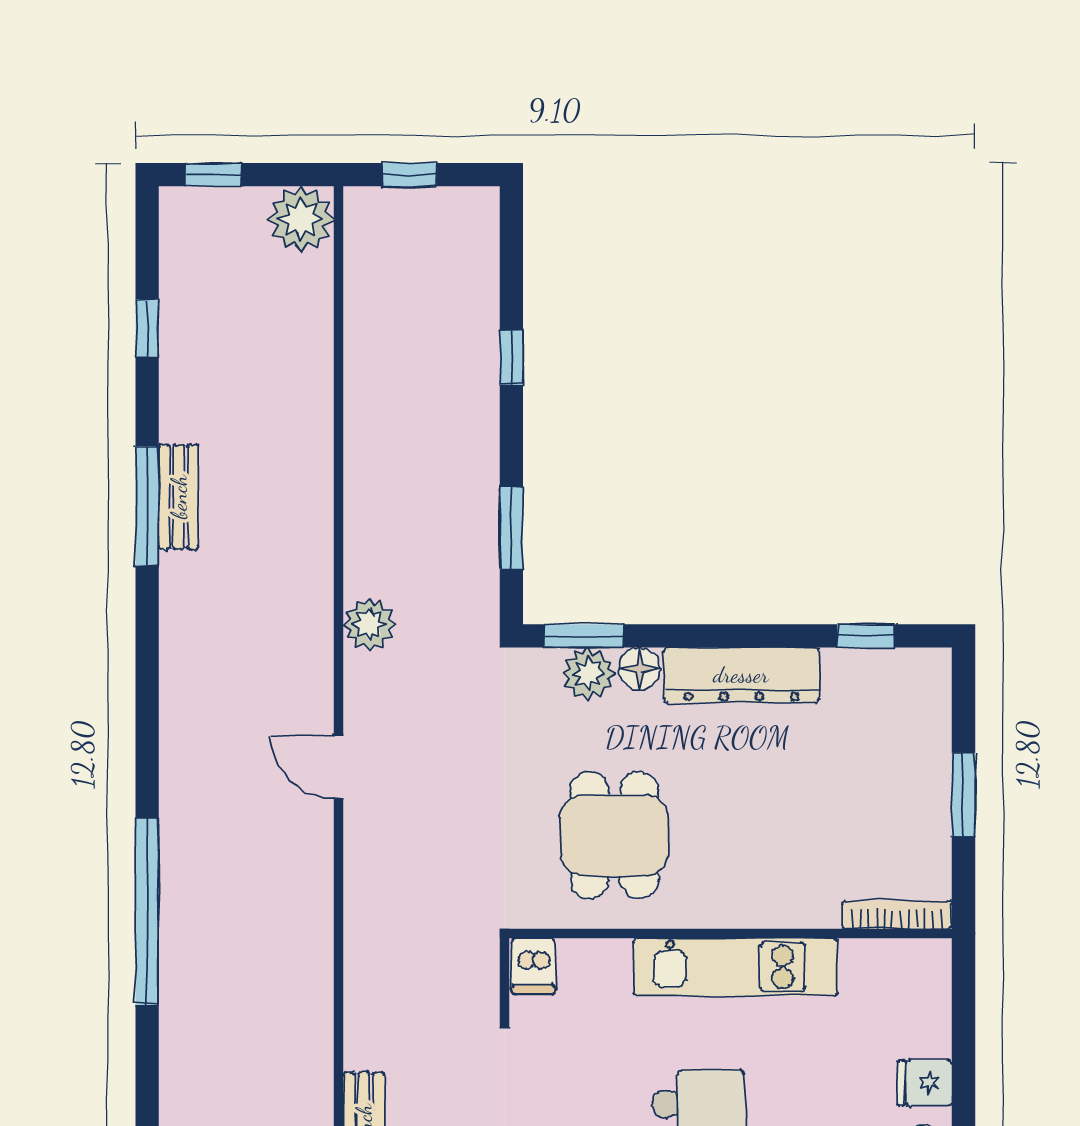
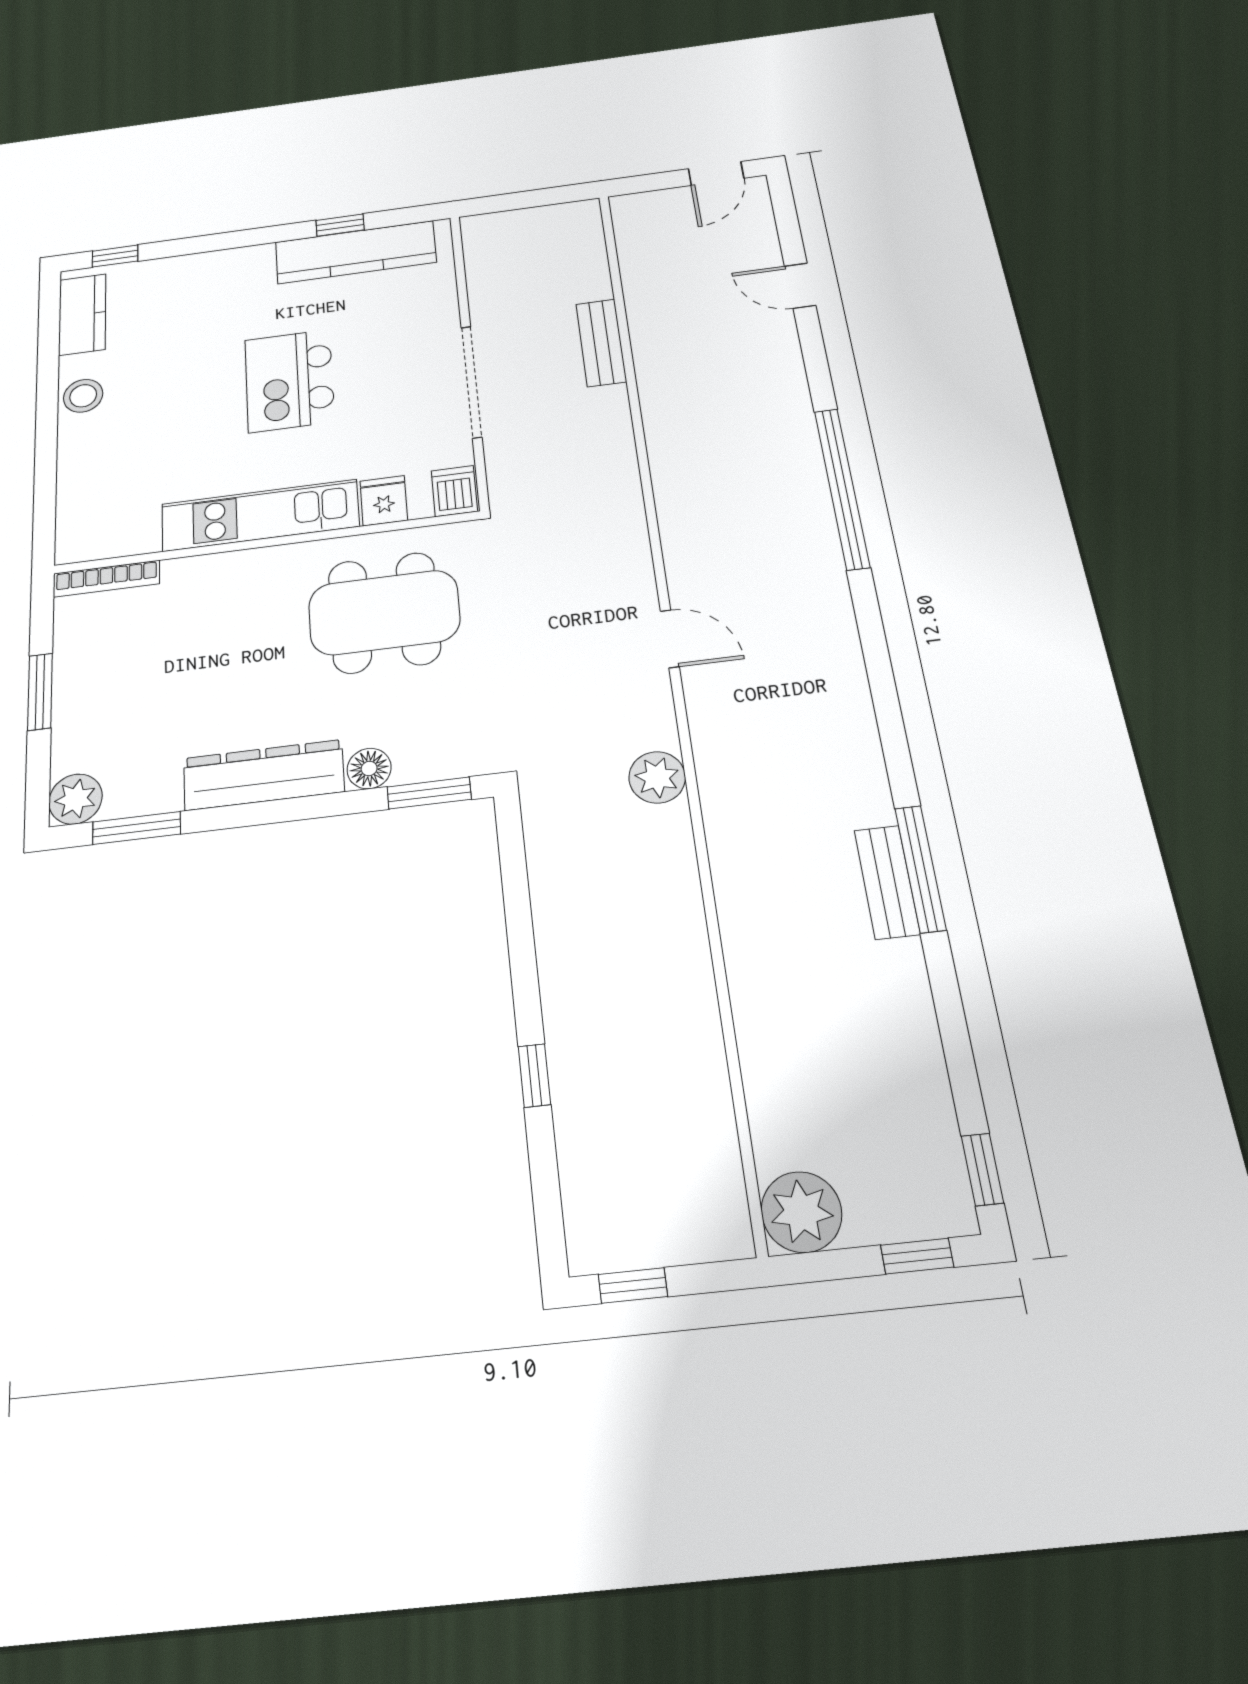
window: (410, 175) -> (633, 1285), moved
window: (147, 328) -> (982, 1169), moved
window: (511, 528) -> (516, 892), removed
window: (866, 636) -> (136, 828), width x1.50
plant: (588, 674) -> (76, 799), moved
dining table: (614, 835) -> (384, 612), width x1.38
fridge: (925, 1083) -> (384, 501), moved, turned -90

